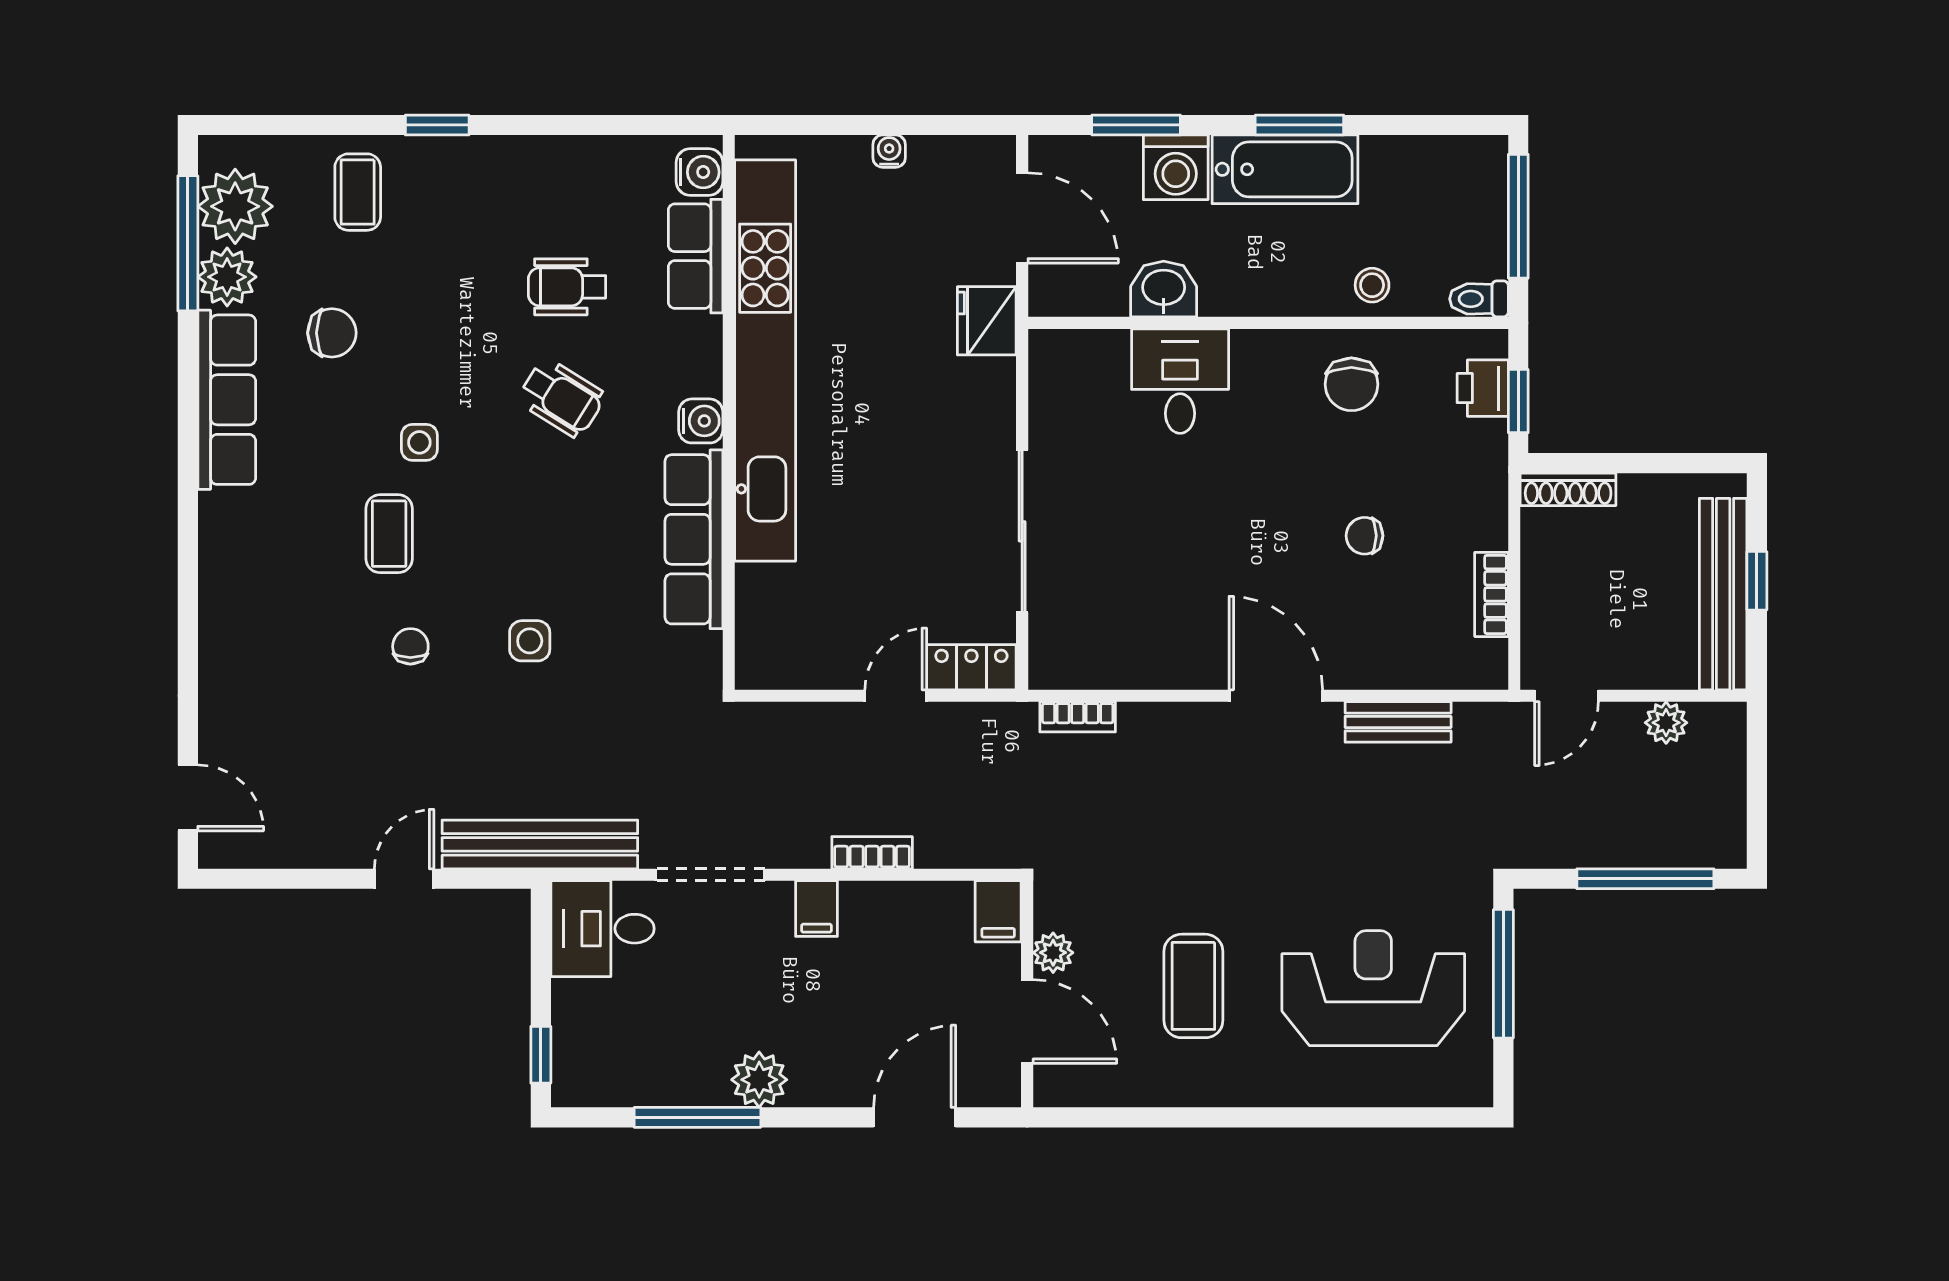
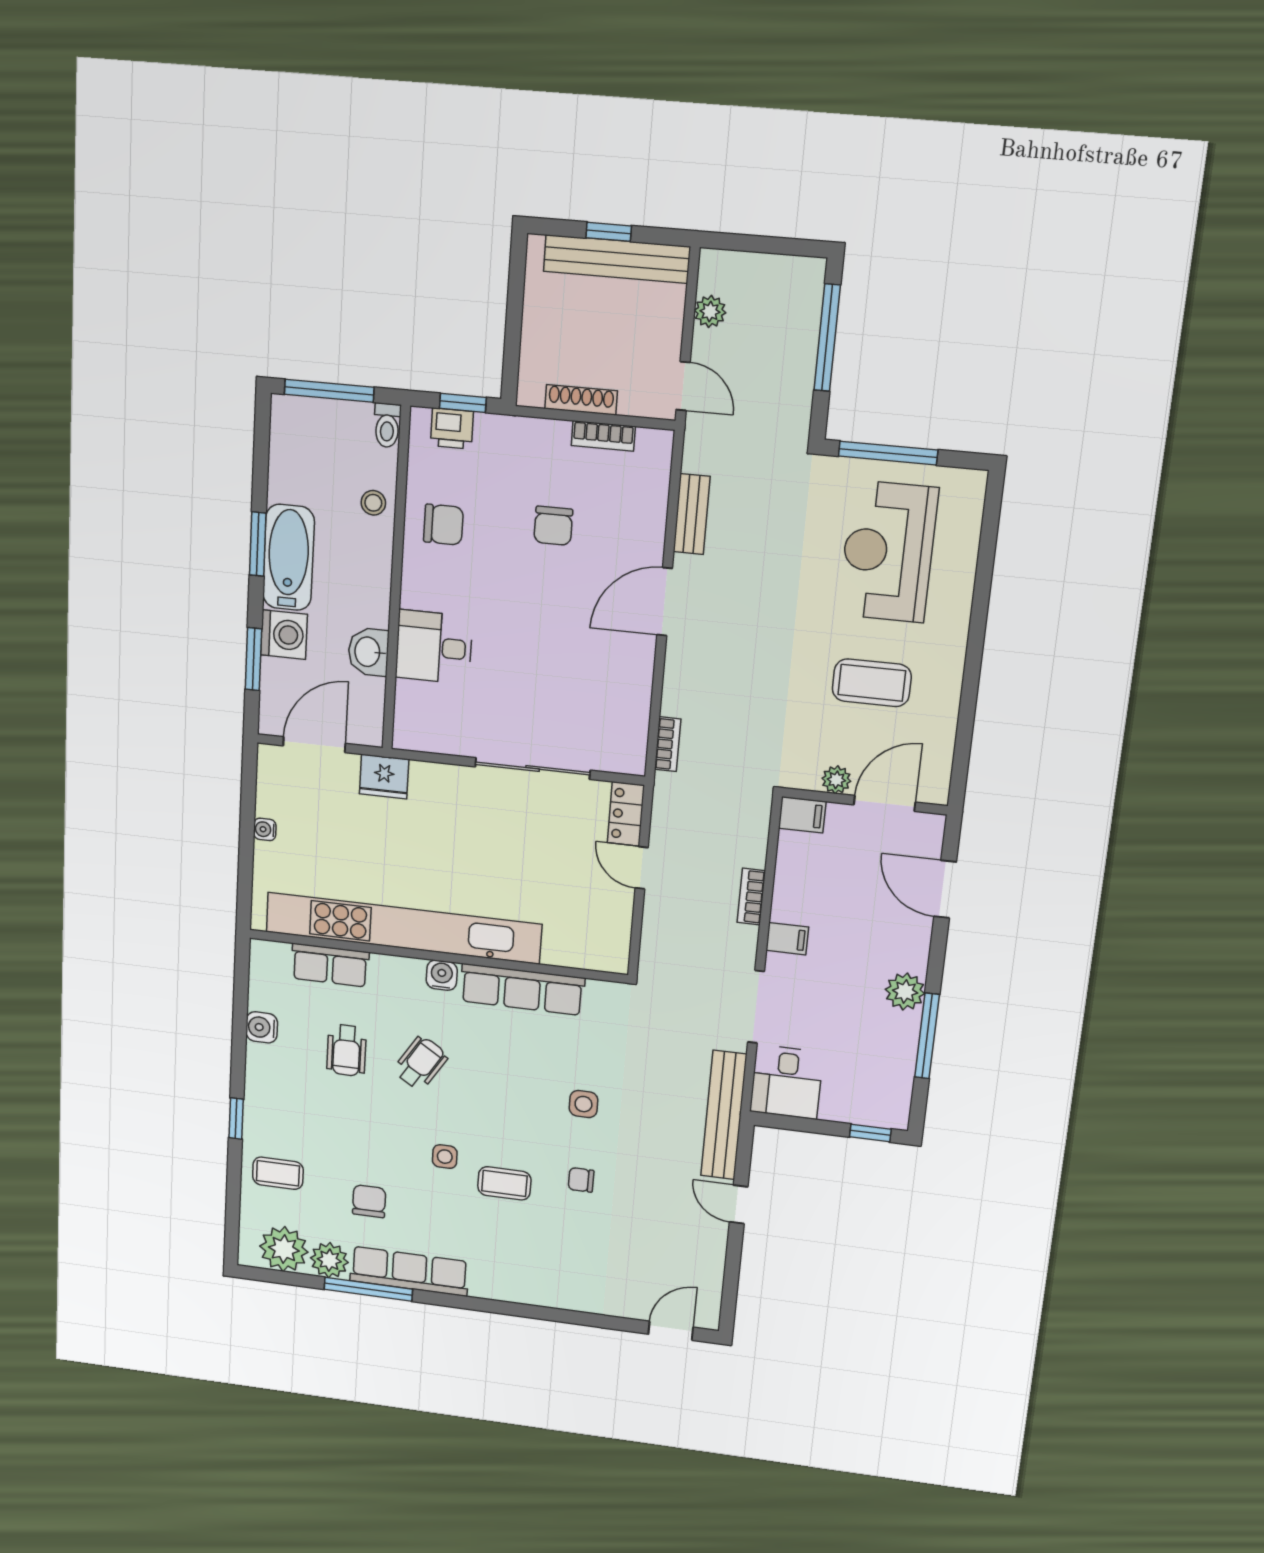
water cooler: (699, 172) -> (262, 1027), moved, turned -90
window: (188, 243) -> (368, 1289), moved
shoe rack: (1568, 489) -> (581, 400), moved, turned -90
chair: (1365, 536) -> (553, 526), width x1.37, depth x1.37

